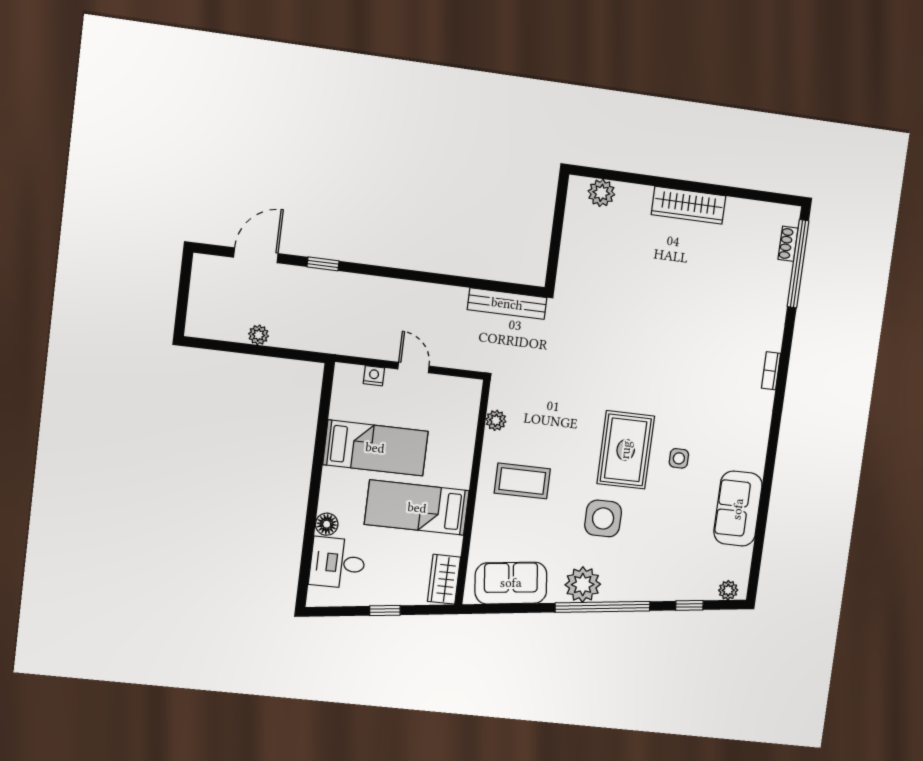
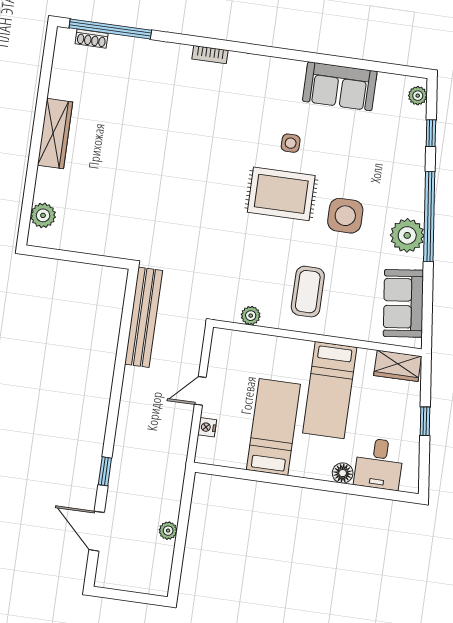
bench: (507, 304) -> (144, 317), width x1.37, depth x1.21

